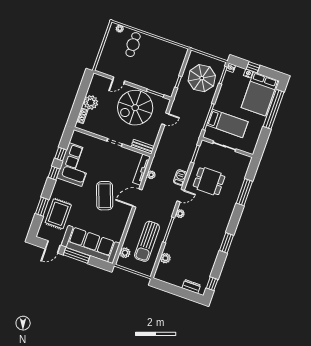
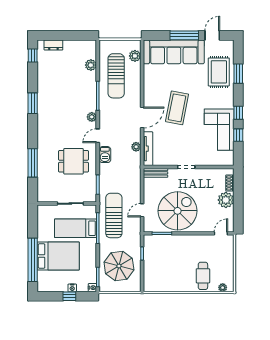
door: (119, 80) -> (221, 233), moved
bed: (259, 94) -> (58, 256), moved, turned 90
sun lounger: (191, 123) -> (114, 216), added
coffee table: (105, 196) -> (177, 108), turned 31
sun lounger: (147, 241) -> (116, 76), turned 180

